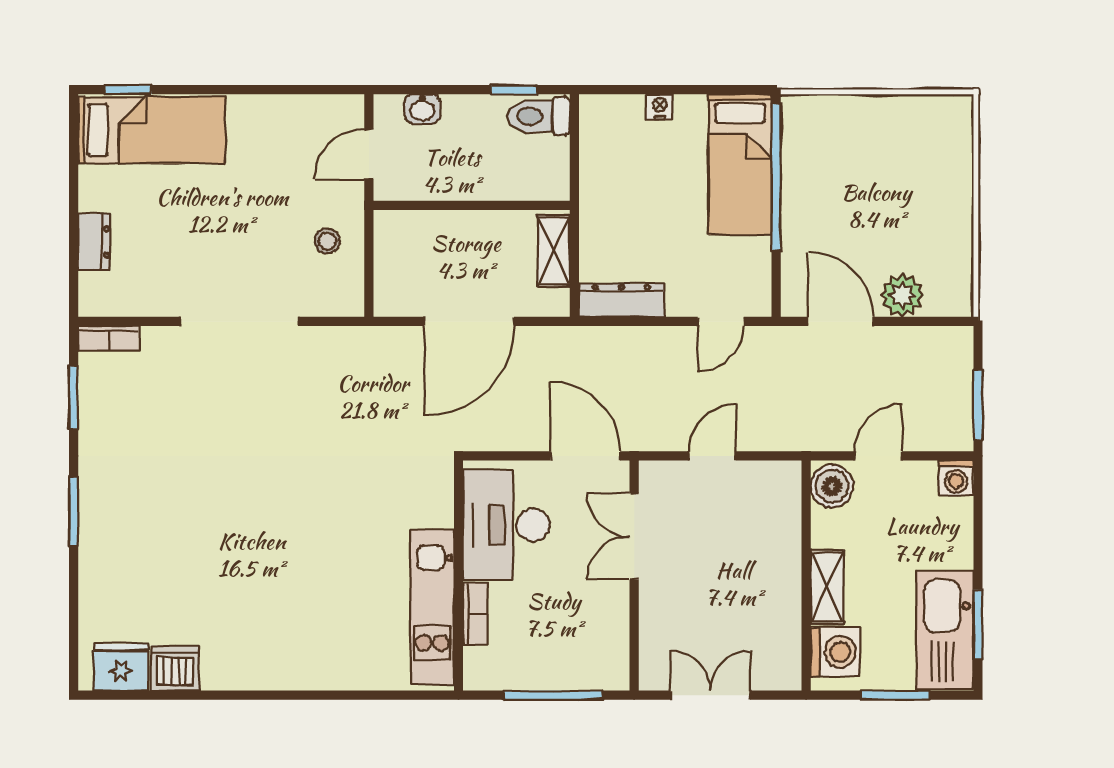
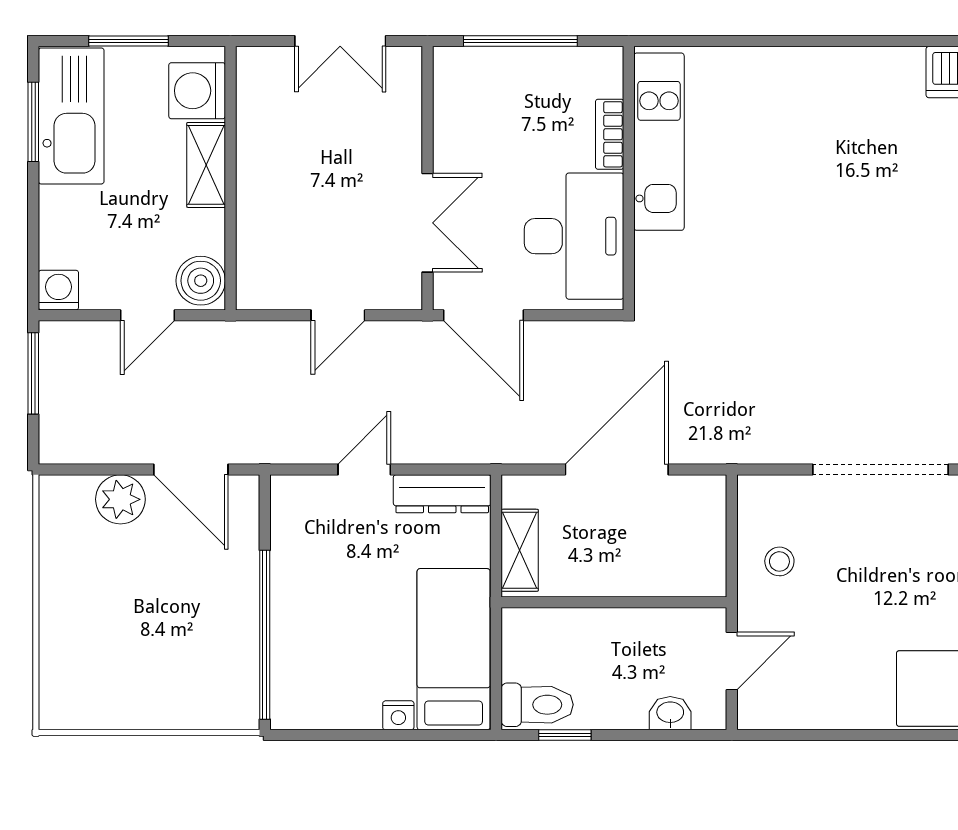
bed: (740, 165) -> (454, 649), moved
door: (721, 321) -> (364, 469), moved

